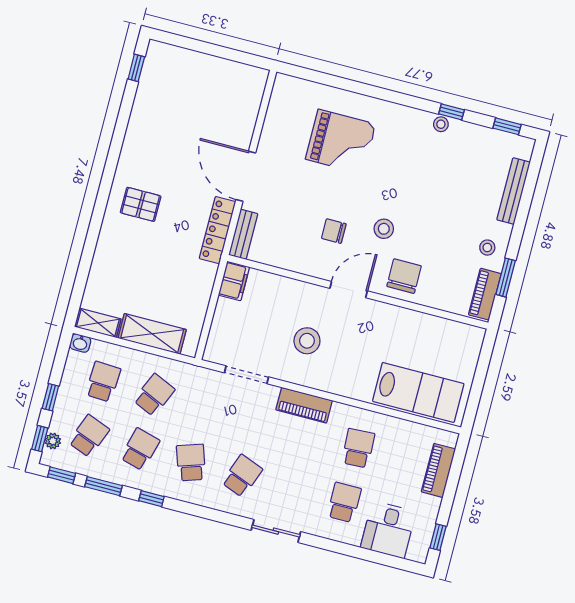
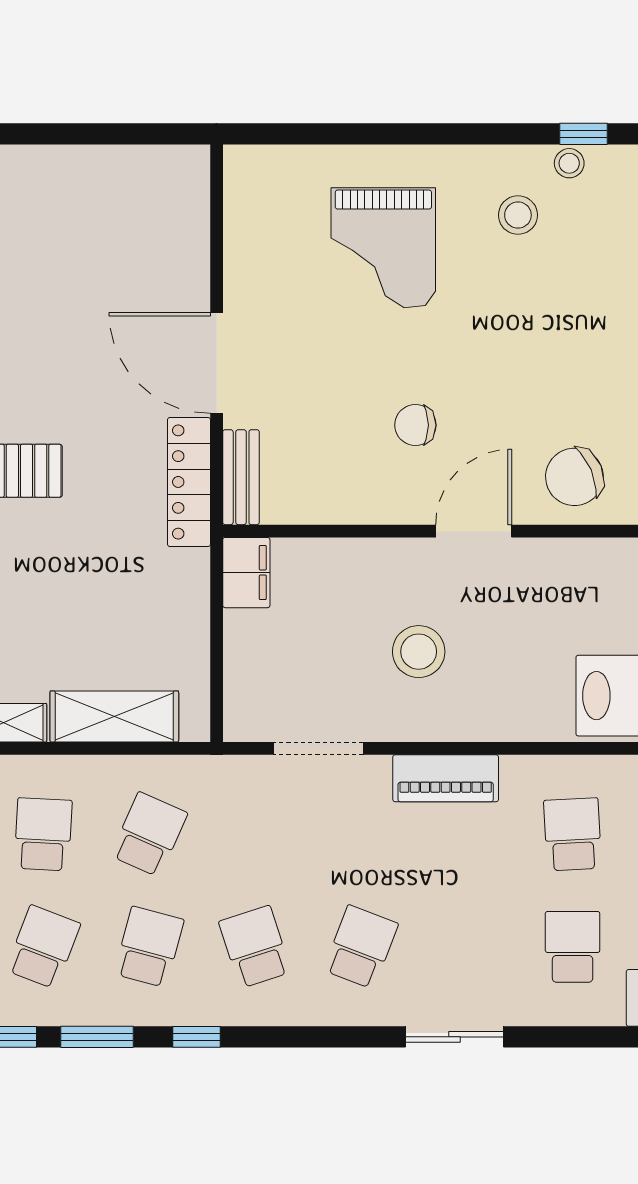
grand piano: (341, 142) -> (383, 248), turned 90
stool: (384, 229) -> (518, 215), moved
chair: (404, 276) -> (574, 477), turned -113

